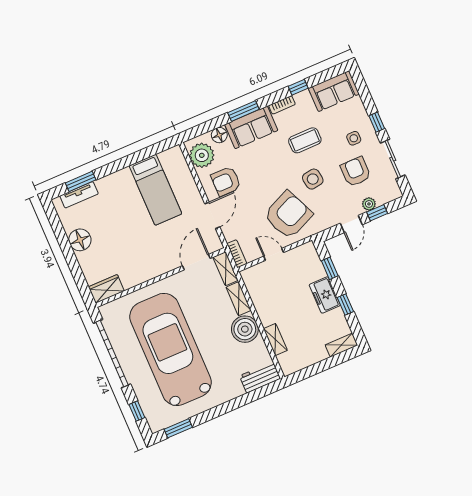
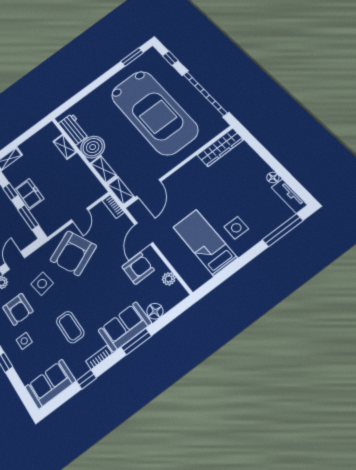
coffee table: (305, 140) -> (70, 327), turned 90
plant: (202, 155) -> (169, 279), width x0.53, depth x0.53
side table: (313, 179) -> (42, 284), moved
window: (81, 181) -> (283, 230), width x1.44
tv unit: (79, 195) -> (289, 196), moved, turned -90
side table: (122, 196) -> (236, 228), added
floor lamp: (80, 240) -> (273, 177), width x0.53, depth x0.53
door: (274, 254) -> (80, 215), hinge flipped
window: (330, 268) -> (28, 217), width x1.50
wardrobe: (106, 289) -> (220, 147), width x1.50
workbench: (260, 377) -> (74, 129), moved, turned -90

